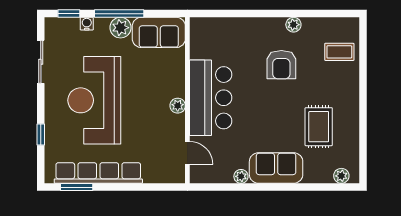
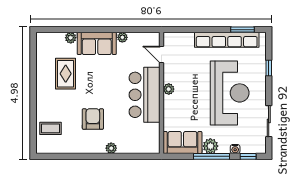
plant: (293, 25) -> (111, 148), moved
plant: (341, 176) -> (71, 38), moved

